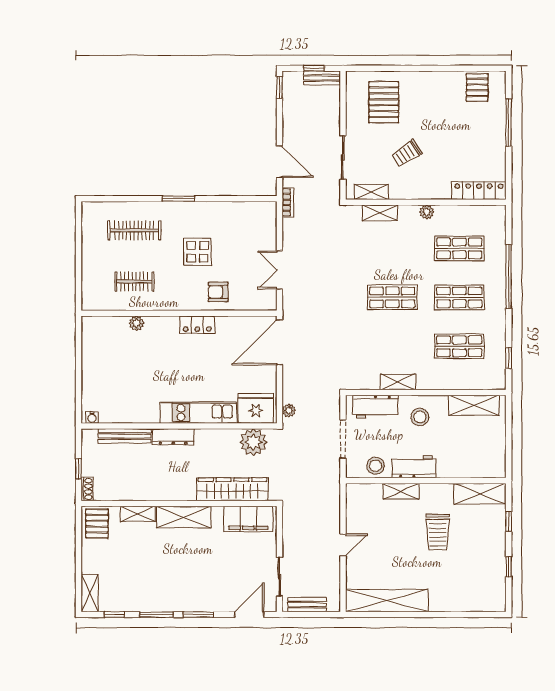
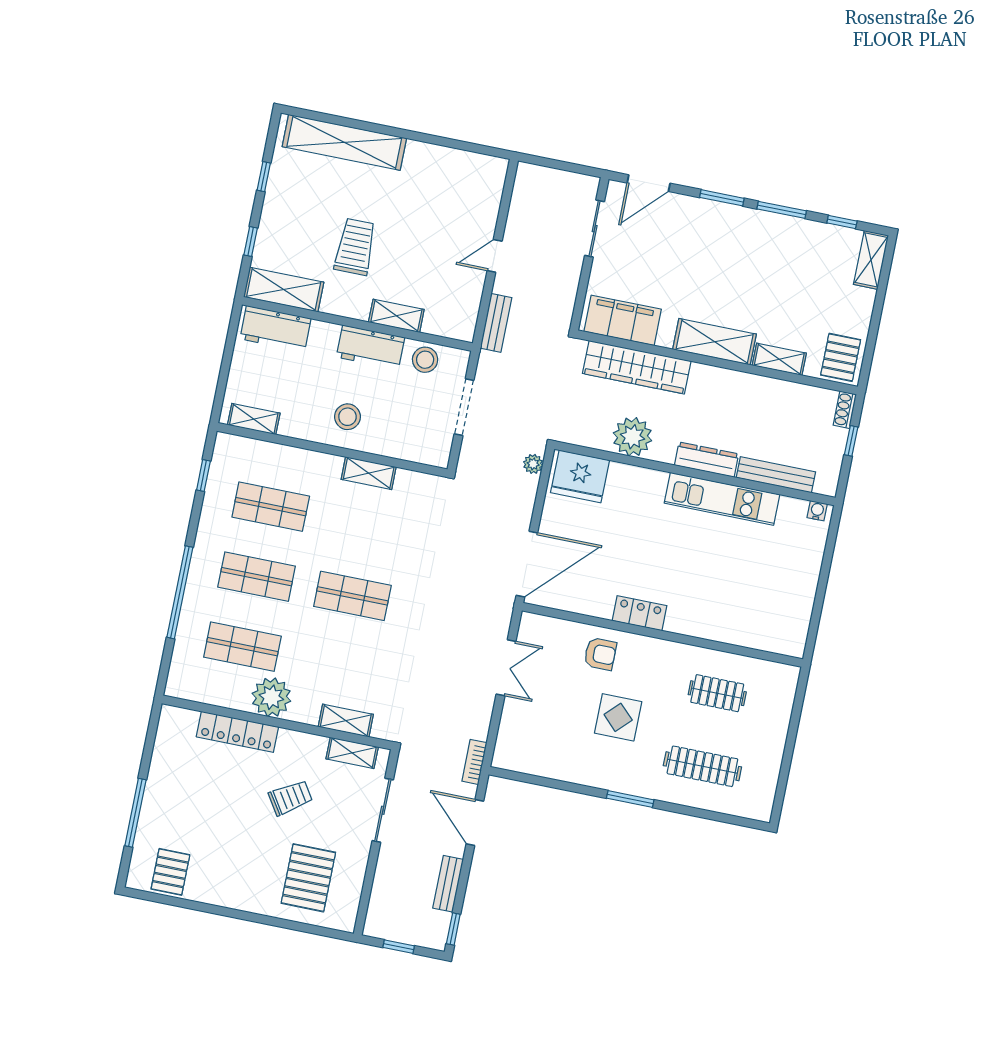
bench: (322, 78) -> (448, 884), moved, turned 90
locker: (479, 191) -> (237, 732), moved
plant: (427, 212) -> (271, 697), width x1.88, depth x1.88
plant: (136, 323) -> (726, 633), removed
shelving: (474, 405) -> (254, 419), width x0.67, depth x0.75
workbench: (376, 407) -> (275, 329), moved, turned 180
kitchen unit: (198, 413) -> (722, 499), moved
plant: (253, 442) -> (633, 437), moved
shelving: (387, 601) -> (344, 142), moved
bench: (307, 605) -> (496, 323), moved, turned 90

